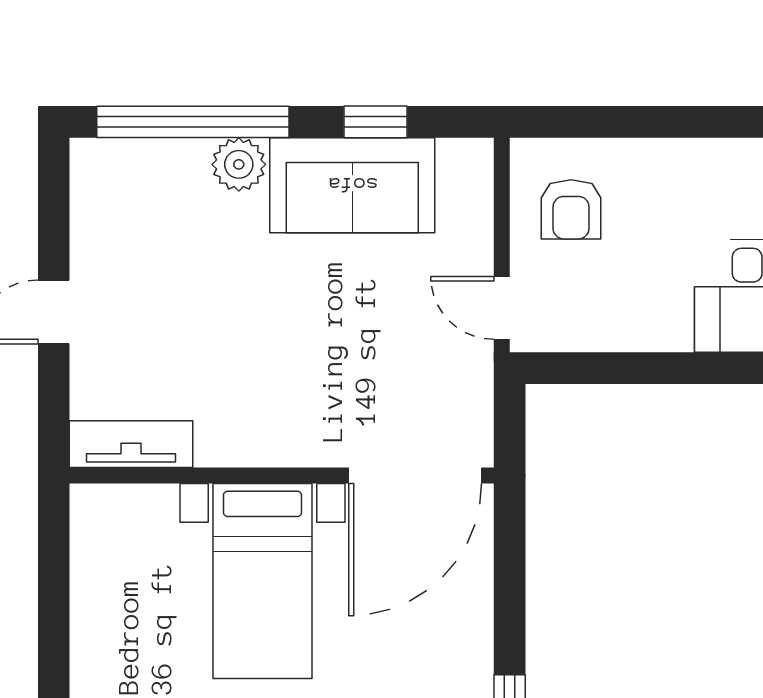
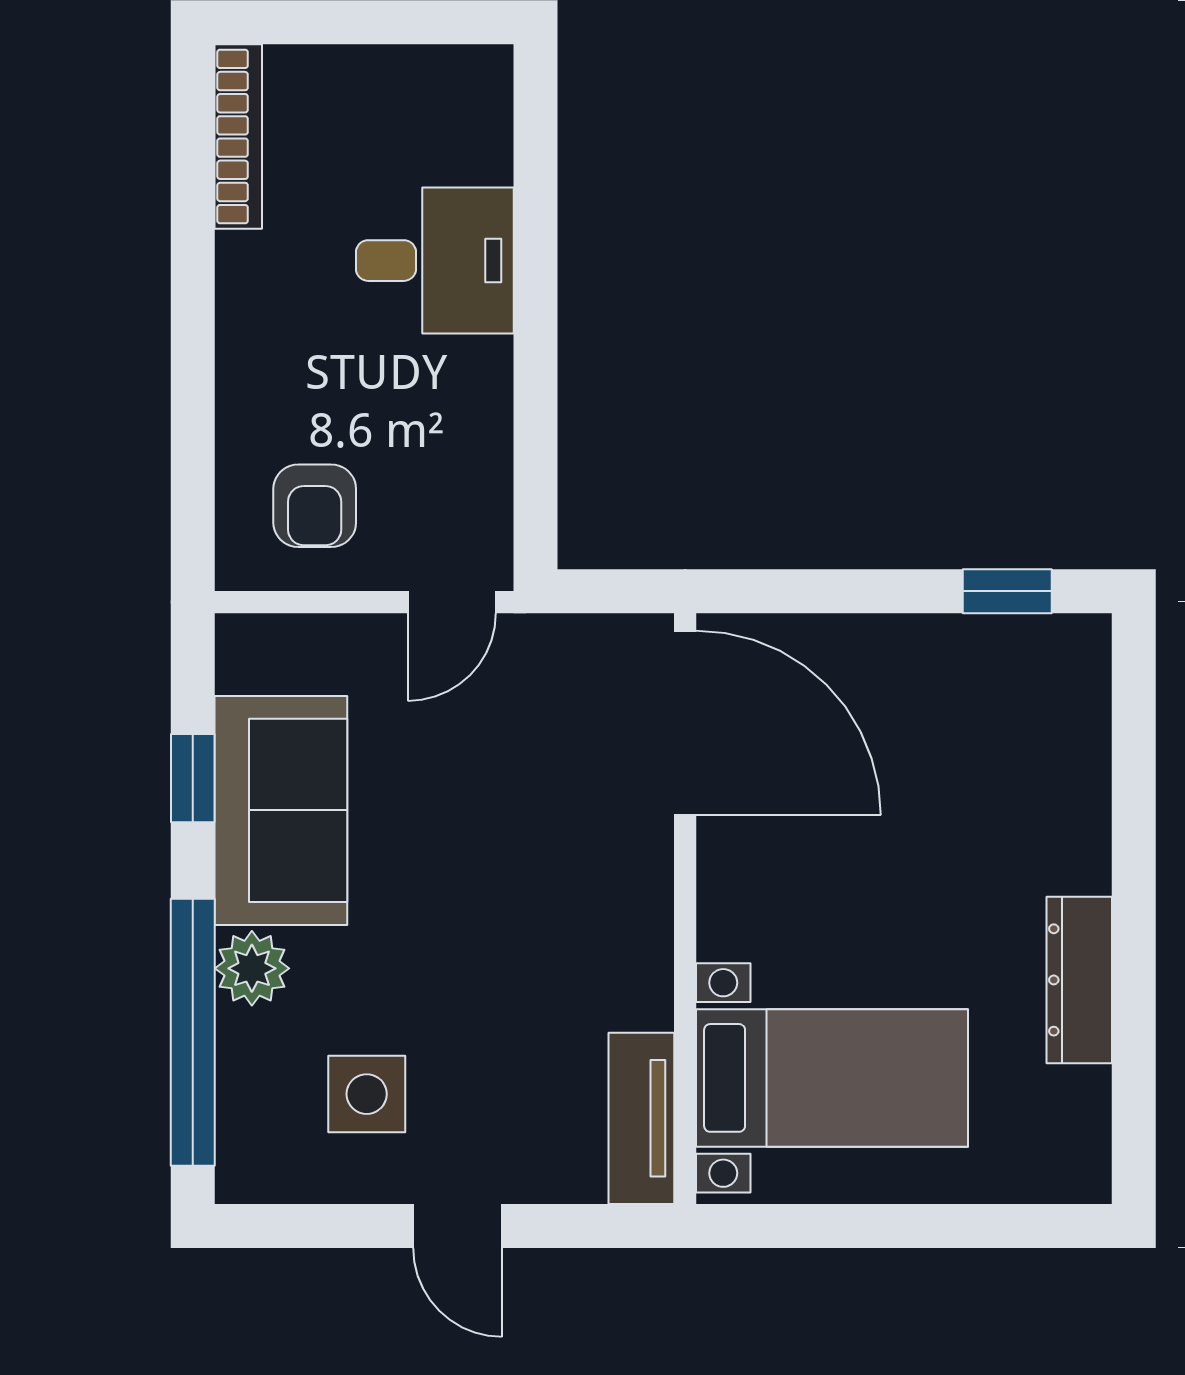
armchair: (571, 209) -> (315, 506), turned 90
side table: (148, 247) -> (367, 1094), added
bed with nightstands: (262, 581) -> (832, 1078), moved

